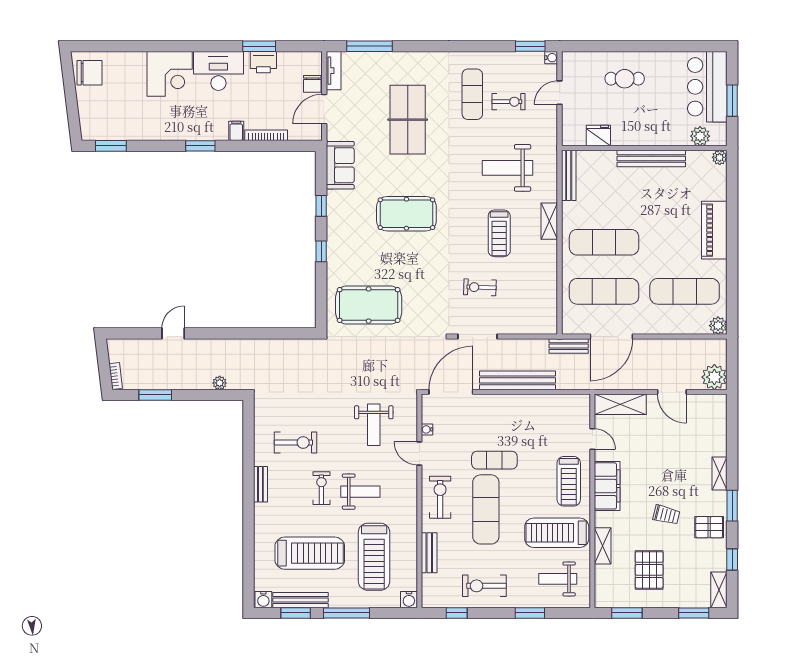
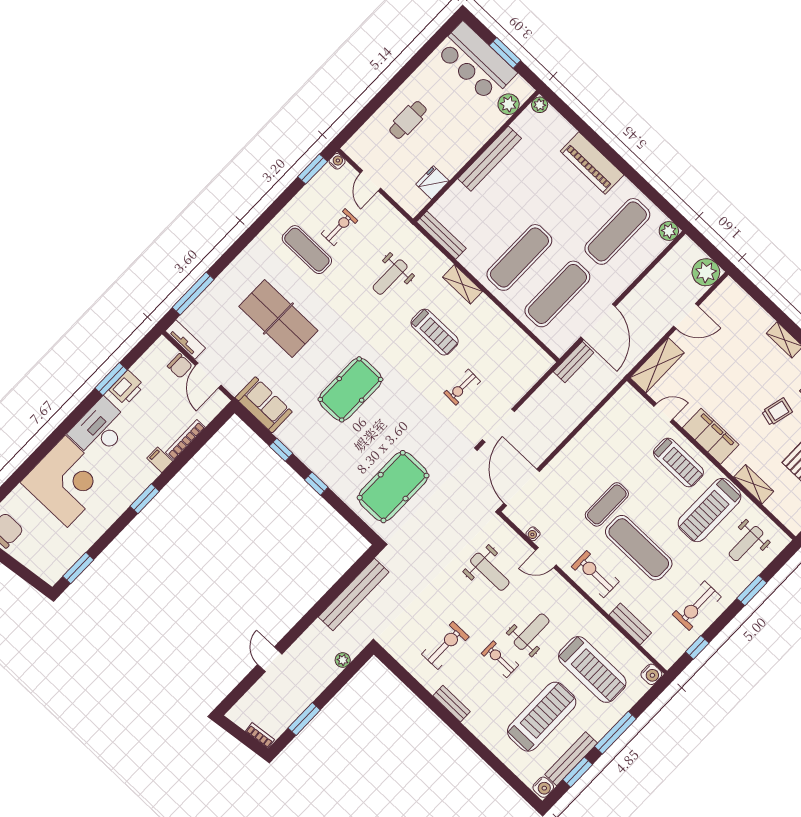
corner desk: (170, 74) -> (66, 481), width x1.36, depth x1.36
weight bench: (508, 168) -> (390, 277), width x0.73, depth x0.75
bench: (518, 380) -> (354, 595), moved

